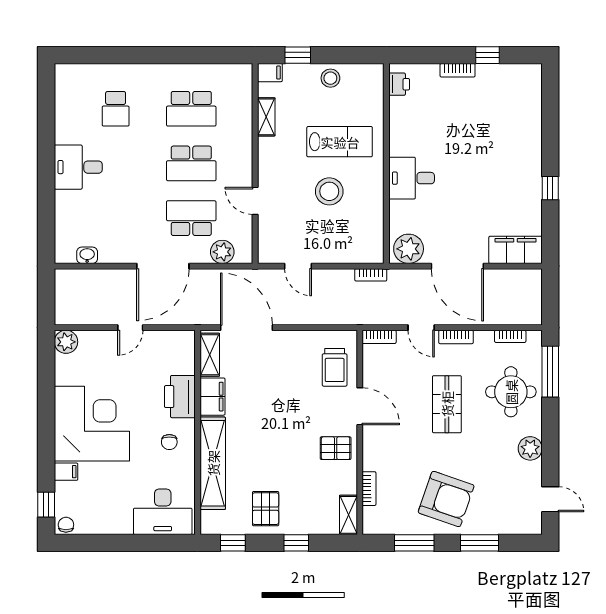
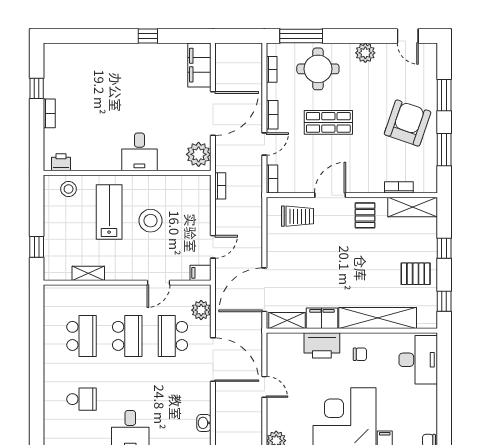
filing cabinet: (270, 73) -> (201, 273), moved, turned -90
stool: (330, 78) -> (69, 189), moved
door: (550, 499) -> (408, 36), swing flipped
shelving: (348, 515) -> (413, 207), width x1.50, depth x1.33

